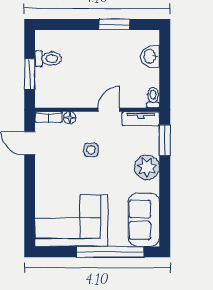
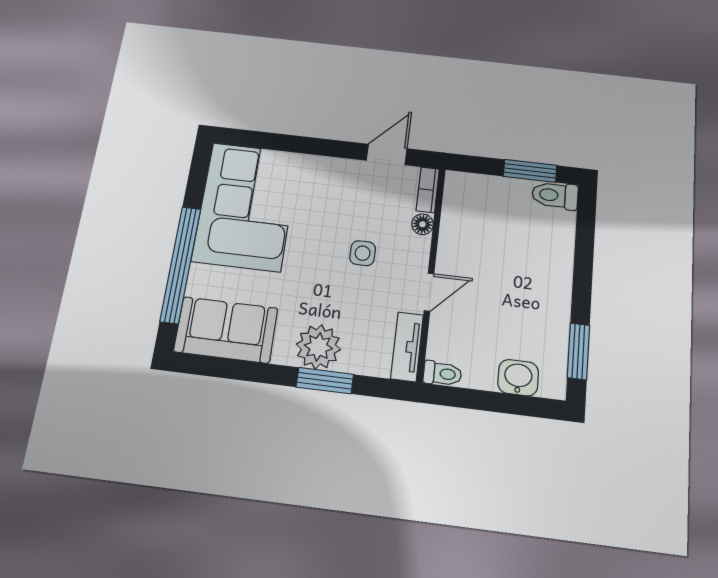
window: (114, 24) -> (578, 351), moved
toilet: (48, 59) -> (555, 195), moved, turned 90
window: (30, 74) -> (530, 171), moved
door: (109, 110) -> (429, 292), hinge flipped
window: (165, 140) -> (325, 381), moved

